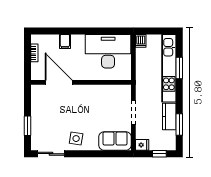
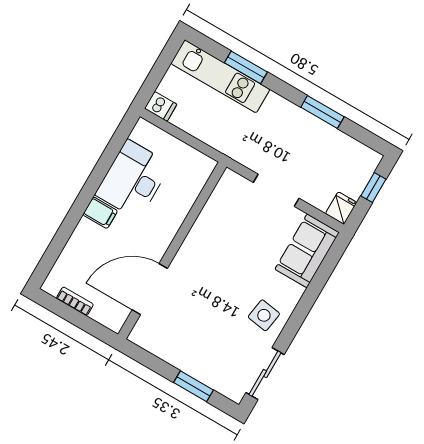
filing cabinet: (65, 41) -> (100, 213), moved
desk: (108, 51) -> (133, 179), width x0.73, depth x0.77
kitchen unit: (169, 68) -> (220, 76), width x0.73
kitchen counter: (169, 116) -> (319, 133), removed
window: (179, 125) -> (322, 112), moved

